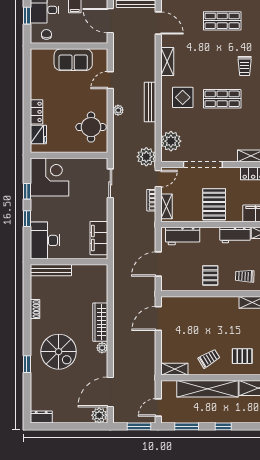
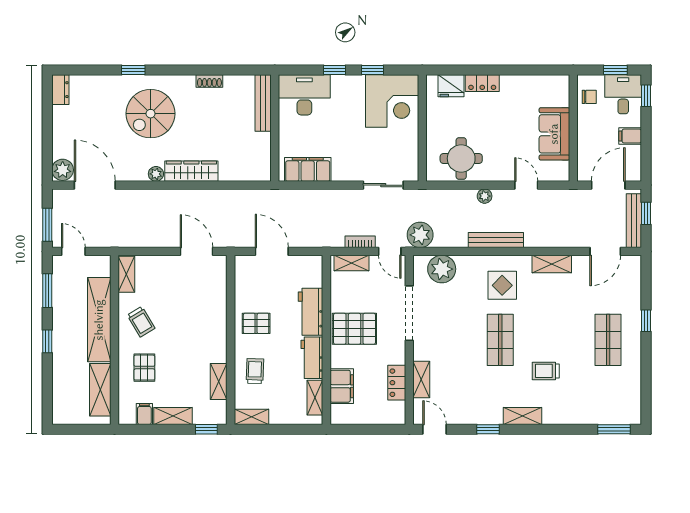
workbench: (183, 236) -> (311, 312), moved

